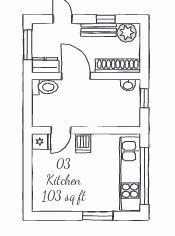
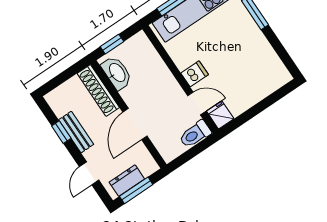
plant: (127, 33) -> (61, 103), removed
dresser: (45, 65) -> (127, 181), moved, turned 90
washbasin: (128, 85) -> (117, 73), width x1.91, depth x1.45
toilet: (45, 87) -> (195, 134), moved, turned -90

